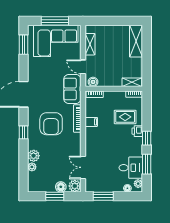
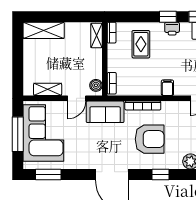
filing cabinet: (91, 122) -> (167, 88), moved
printer: (137, 131) -> (172, 29), moved

